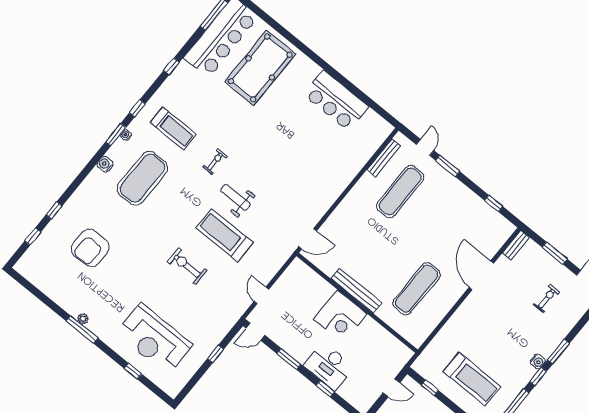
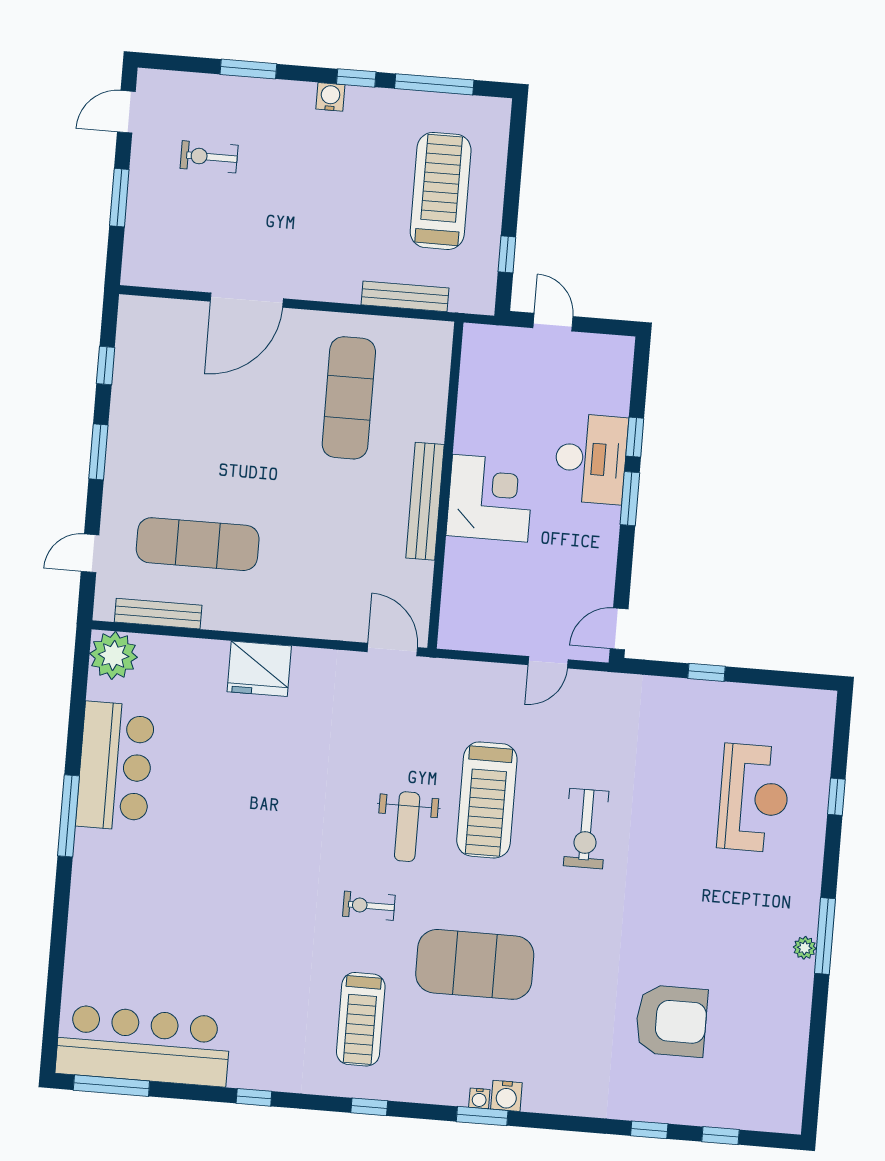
pool table: (260, 68) -> (149, 939), removed
window: (329, 69) -> (68, 816), added
treadmill: (173, 128) -> (361, 1019), turned 180
plant: (379, 129) -> (114, 655), added
window: (116, 135) -> (482, 1116), moved
water cooler: (126, 135) -> (479, 1098), moved
window: (448, 166) -> (98, 452), moved
exercise mat: (142, 178) -> (475, 964), moved
fridge: (336, 182) -> (259, 669), added
bench: (516, 245) -> (405, 296), moved, width x1.36
exercise mat: (416, 289) -> (349, 398), turned 90
door: (255, 332) -> (619, 629), swing flipped
reception desk: (154, 339) -> (754, 798), width x0.74, depth x0.77
window: (558, 352) -> (248, 69), moved
window: (289, 359) -> (630, 499), moved

